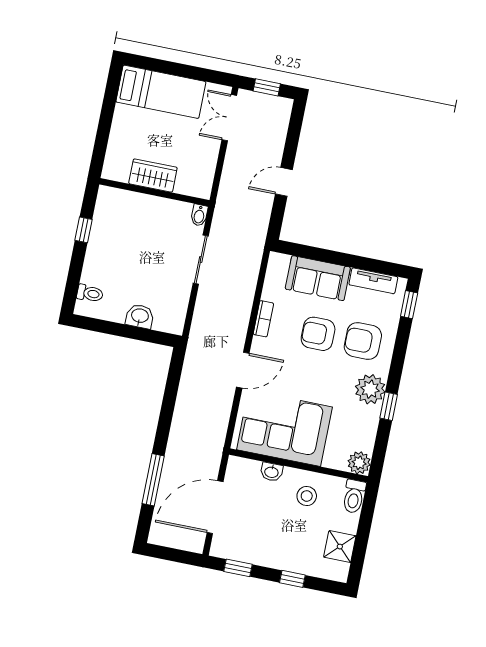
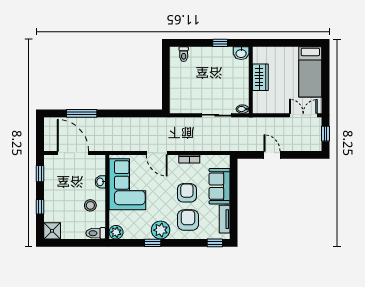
washbasin: (140, 316) -> (241, 53), moved, turned 90
shower: (340, 547) -> (52, 231), moved

